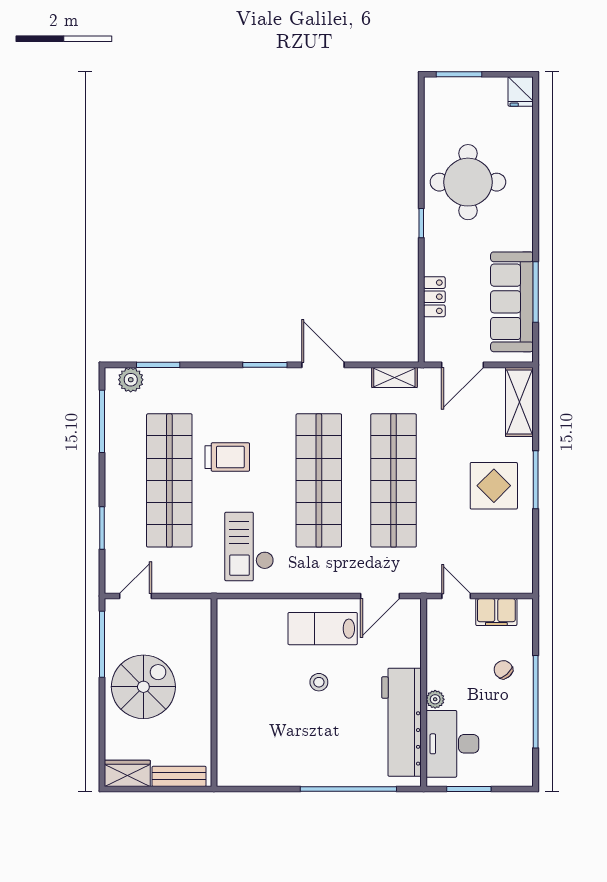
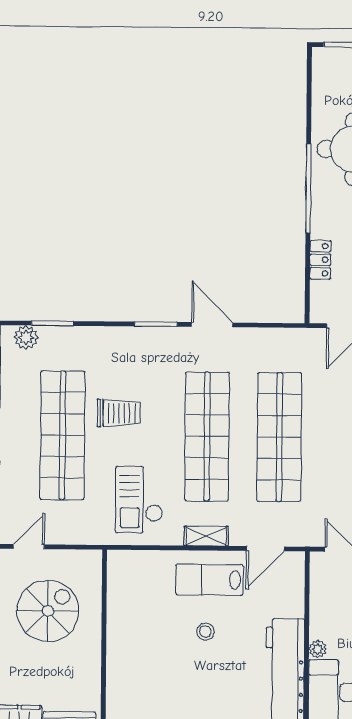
window: (421, 223) -> (308, 188), width x3.17
shelving: (394, 377) -> (206, 536), moved
spiral stairs: (143, 687) -> (48, 611), moved

